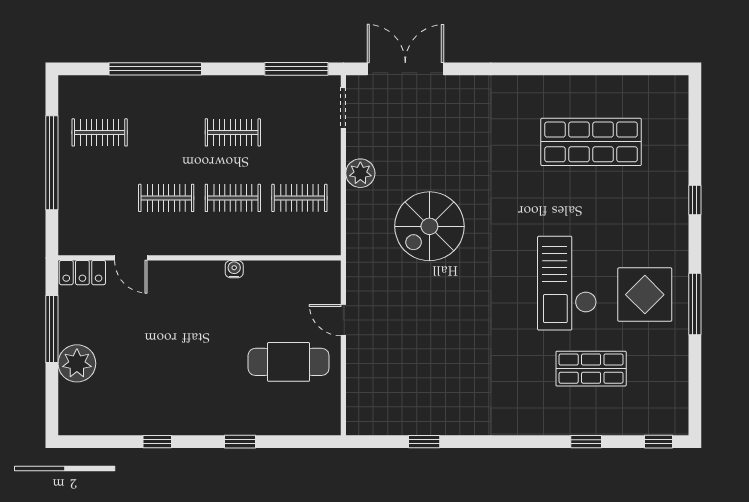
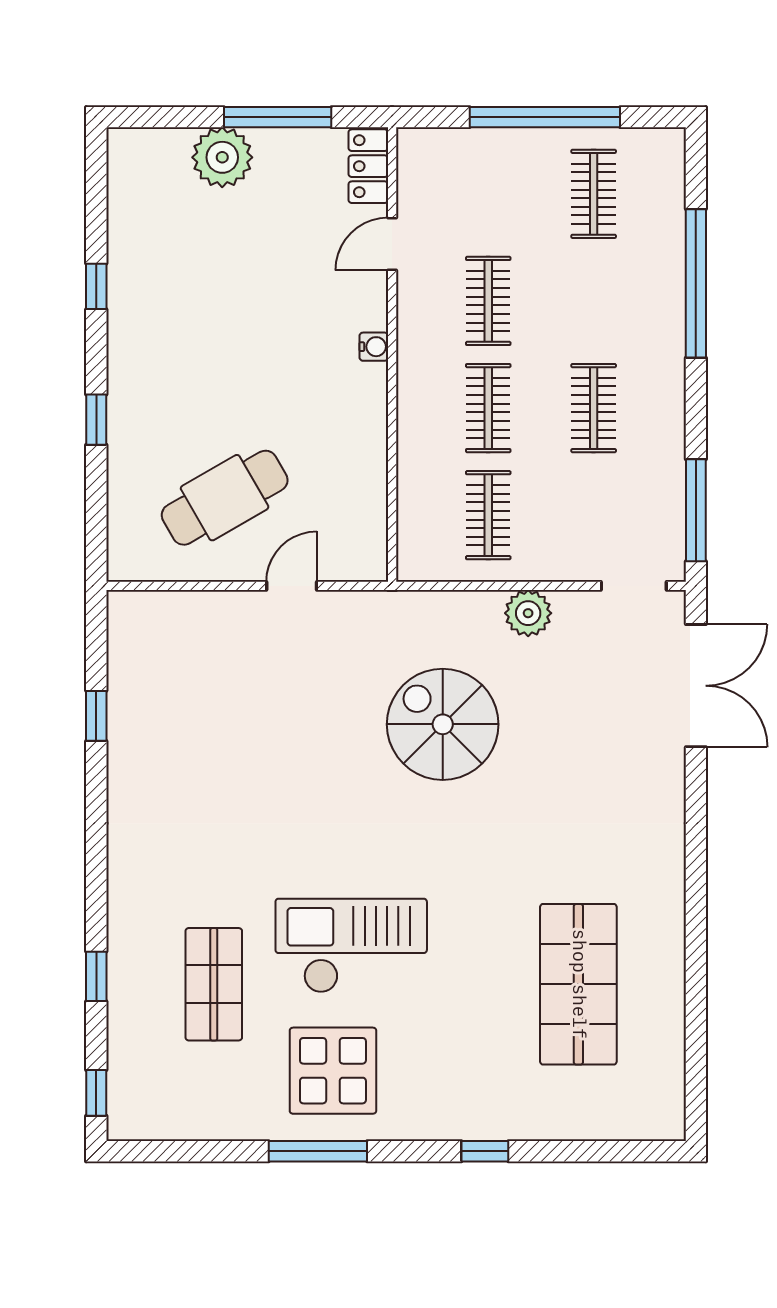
water cooler: (234, 269) -> (374, 347), moved
cafe table: (289, 362) -> (225, 498), turned 60

